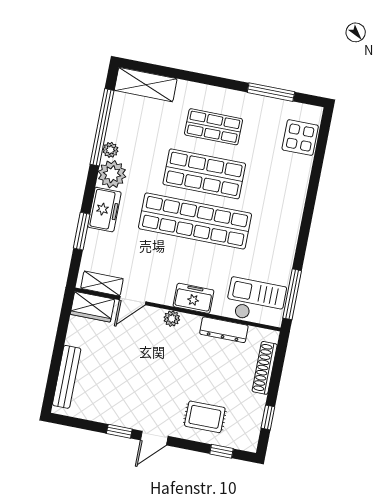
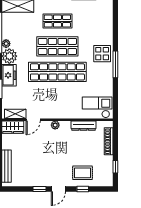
display table: (300, 138) -> (102, 54), moved
window: (292, 294) -> (115, 64), moved
freezer: (193, 298) -> (64, 112), removed
window: (222, 451) -> (83, 189), moved

